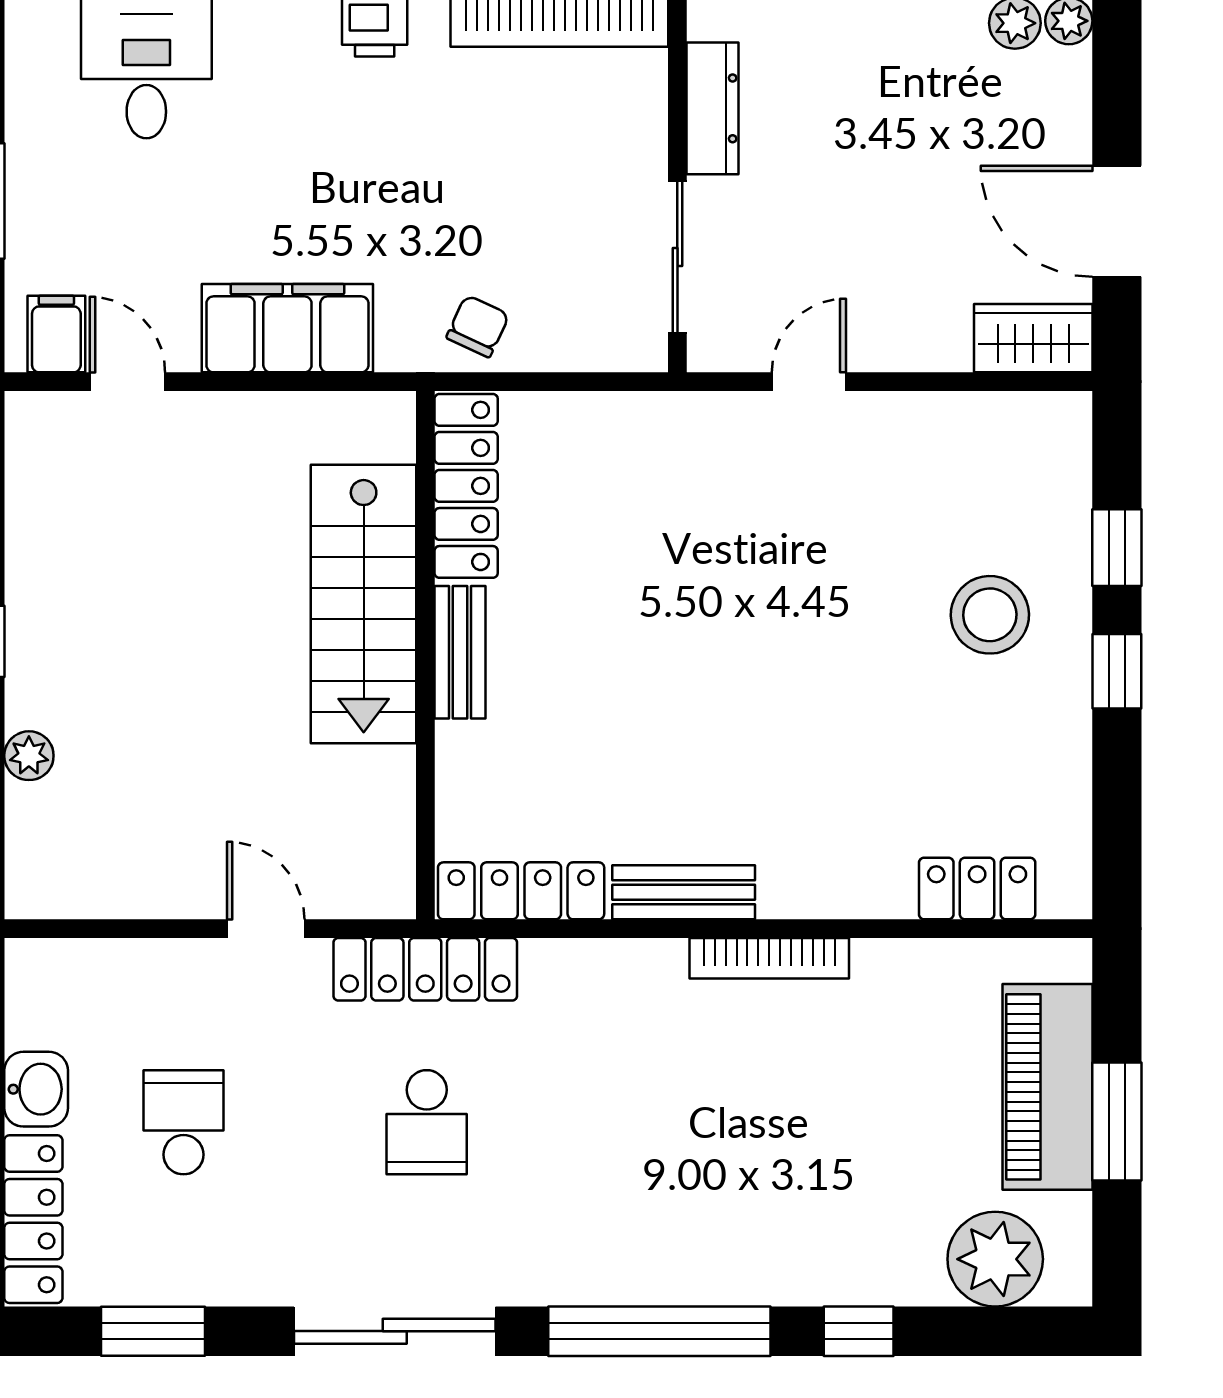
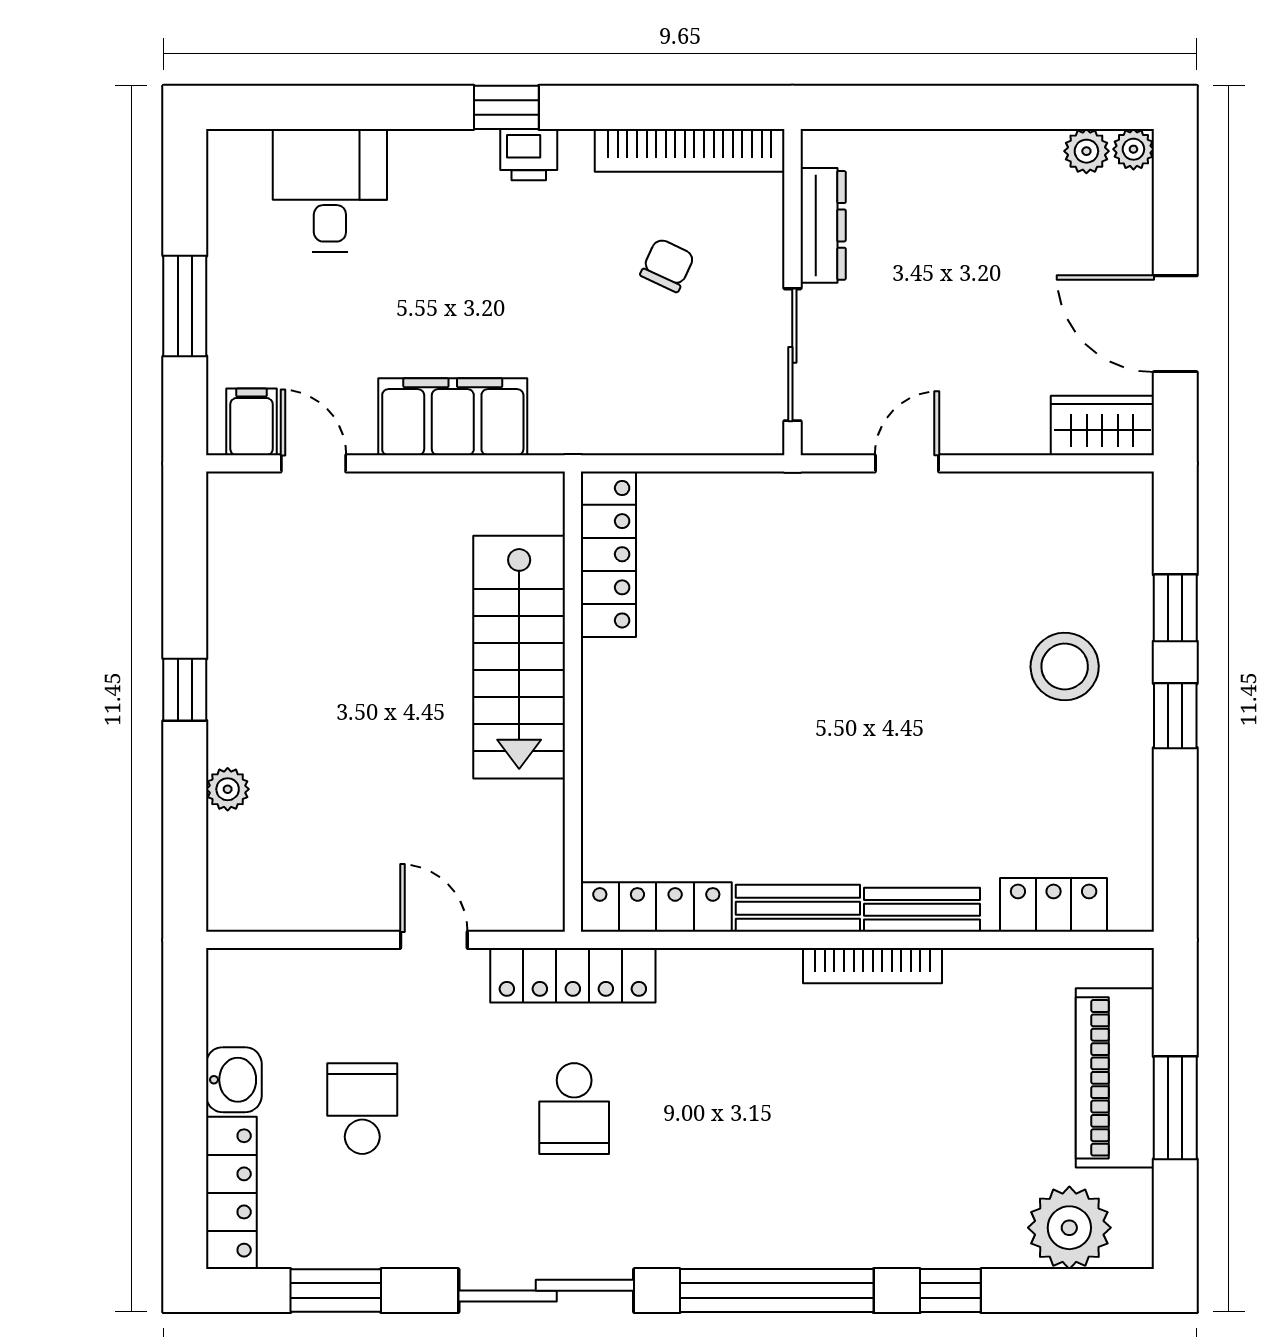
chair: (478, 326) -> (667, 265), moved
bench: (460, 652) -> (922, 910), moved, turned 90

